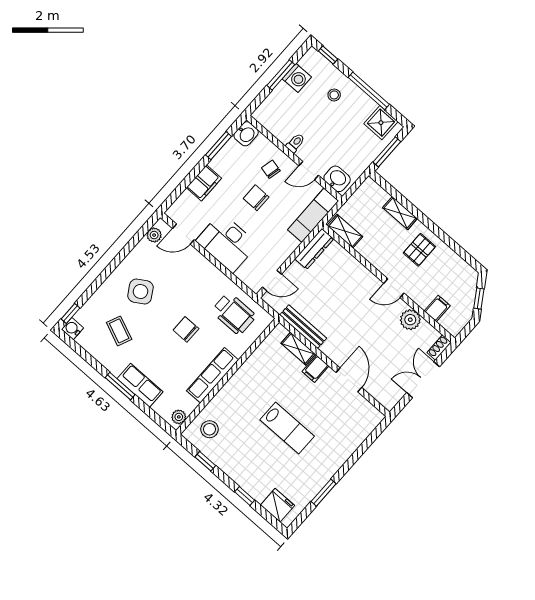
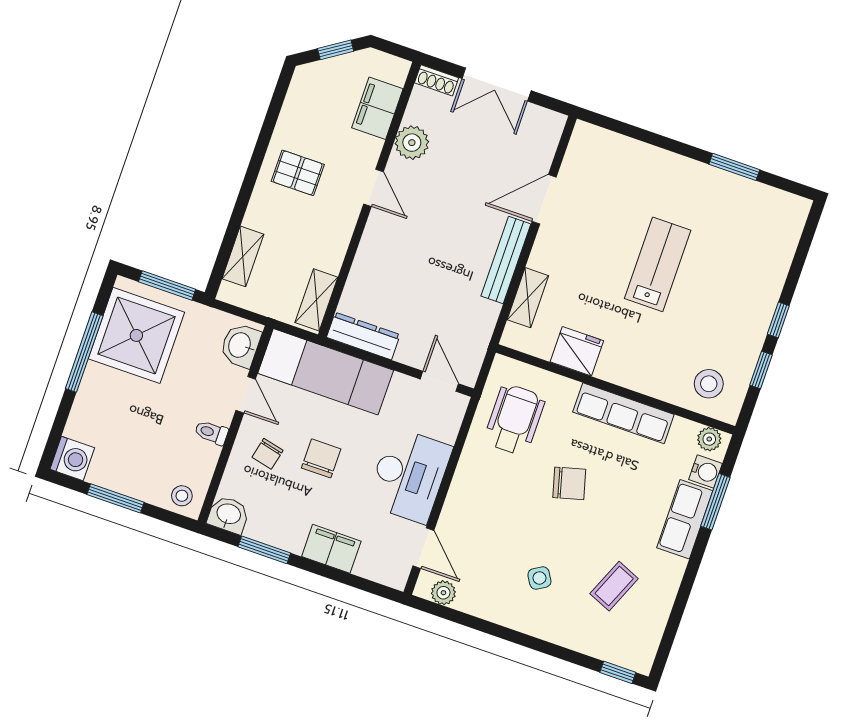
window: (328, 55) -> (55, 438), removed
washing machine: (297, 78) -> (72, 459), moved, turned 90
stool: (334, 95) -> (182, 496), moved
shower: (381, 123) -> (136, 335), width x1.86, depth x1.86
chair: (256, 198) -> (321, 458), turned 180
shelving: (400, 213) -> (243, 256), moved
exam couch: (313, 215) -> (326, 372), width x1.36, depth x1.45
side table: (140, 291) -> (539, 578), width x0.54, depth x0.54
filing cabinet: (437, 308) -> (377, 108), width x2.00
bench: (303, 327) -> (506, 260), moved
water cooler: (73, 329) -> (706, 472), moved, turned -90
chair: (186, 329) -> (569, 483), turned -105
filing cabinet: (315, 369) -> (548, 258), removed
window: (120, 386) -> (715, 502), moved
window: (245, 496) -> (778, 320), moved
fridge: (278, 505) -> (577, 351), moved, turned 90

